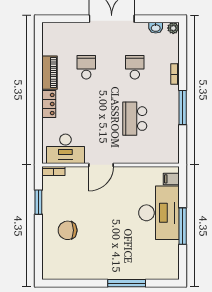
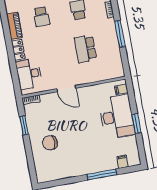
school desk: (86, 67) -> (41, 17), turned 180
desk: (65, 149) -> (29, 74), moved, turned 90
door: (101, 165) -> (66, 89), hinge flipped
window: (183, 226) -> (136, 124), width x0.69
filing cabinet: (156, 272) -> (122, 162), added

